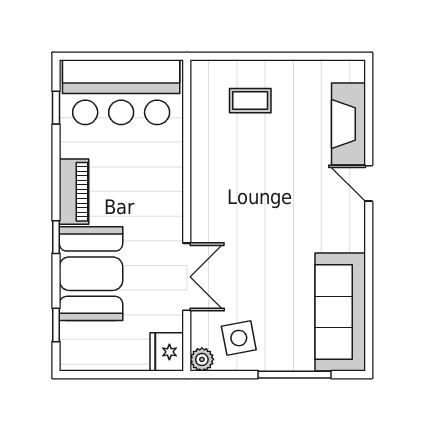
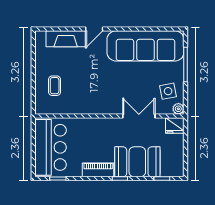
sofa: (340, 312) -> (145, 46), width x1.36, depth x1.27

